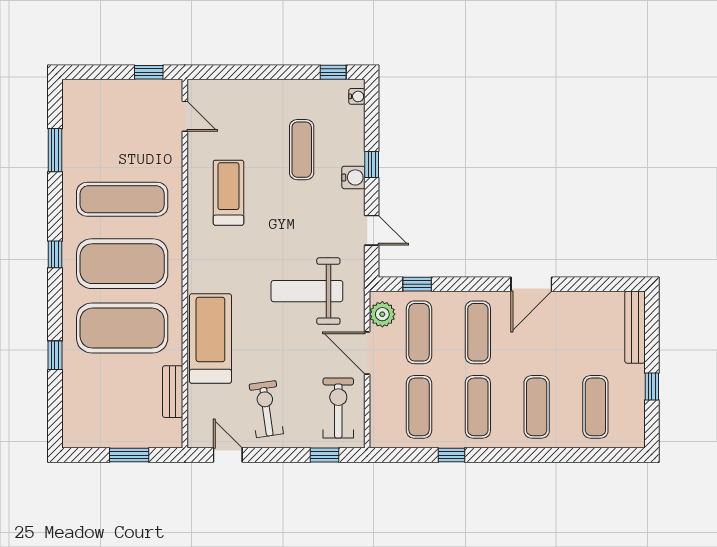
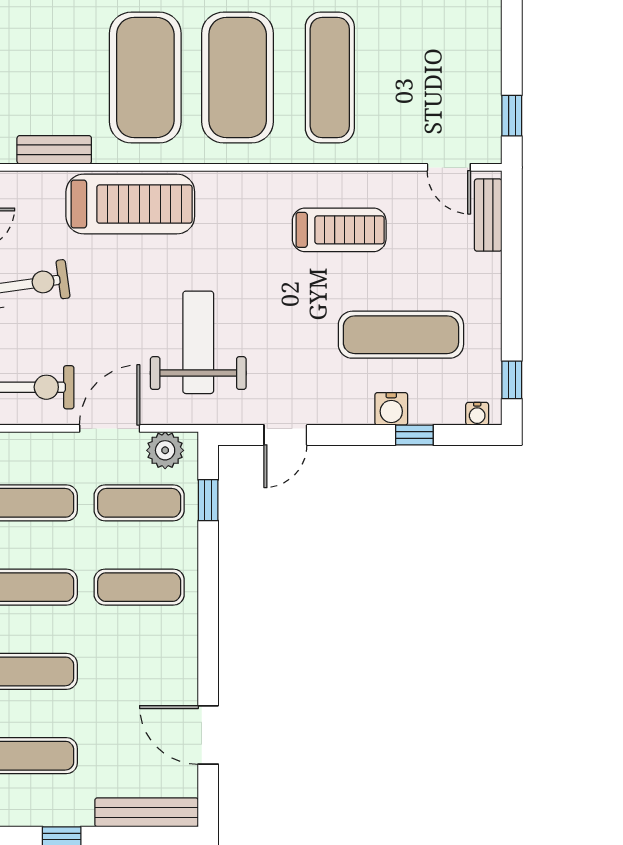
bench: (218, 89) -> (488, 215), added
door: (185, 116) -> (449, 167), hinge flipped
exercise mat: (302, 150) -> (401, 335), width x1.36, depth x1.45
window: (372, 164) -> (414, 435), moved
water cooler: (353, 177) -> (391, 409), moved
door: (531, 284) -> (208, 735), moved

